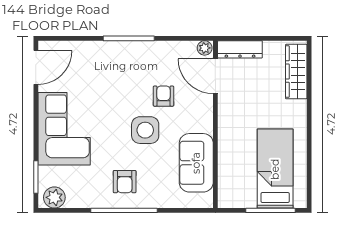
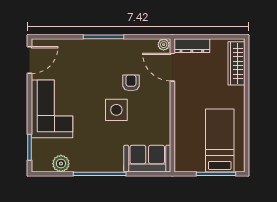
sofa: (196, 163) -> (147, 159), moved, turned 90
armchair: (125, 182) -> (100, 151), removed
plant: (54, 197) -> (61, 164), moved

